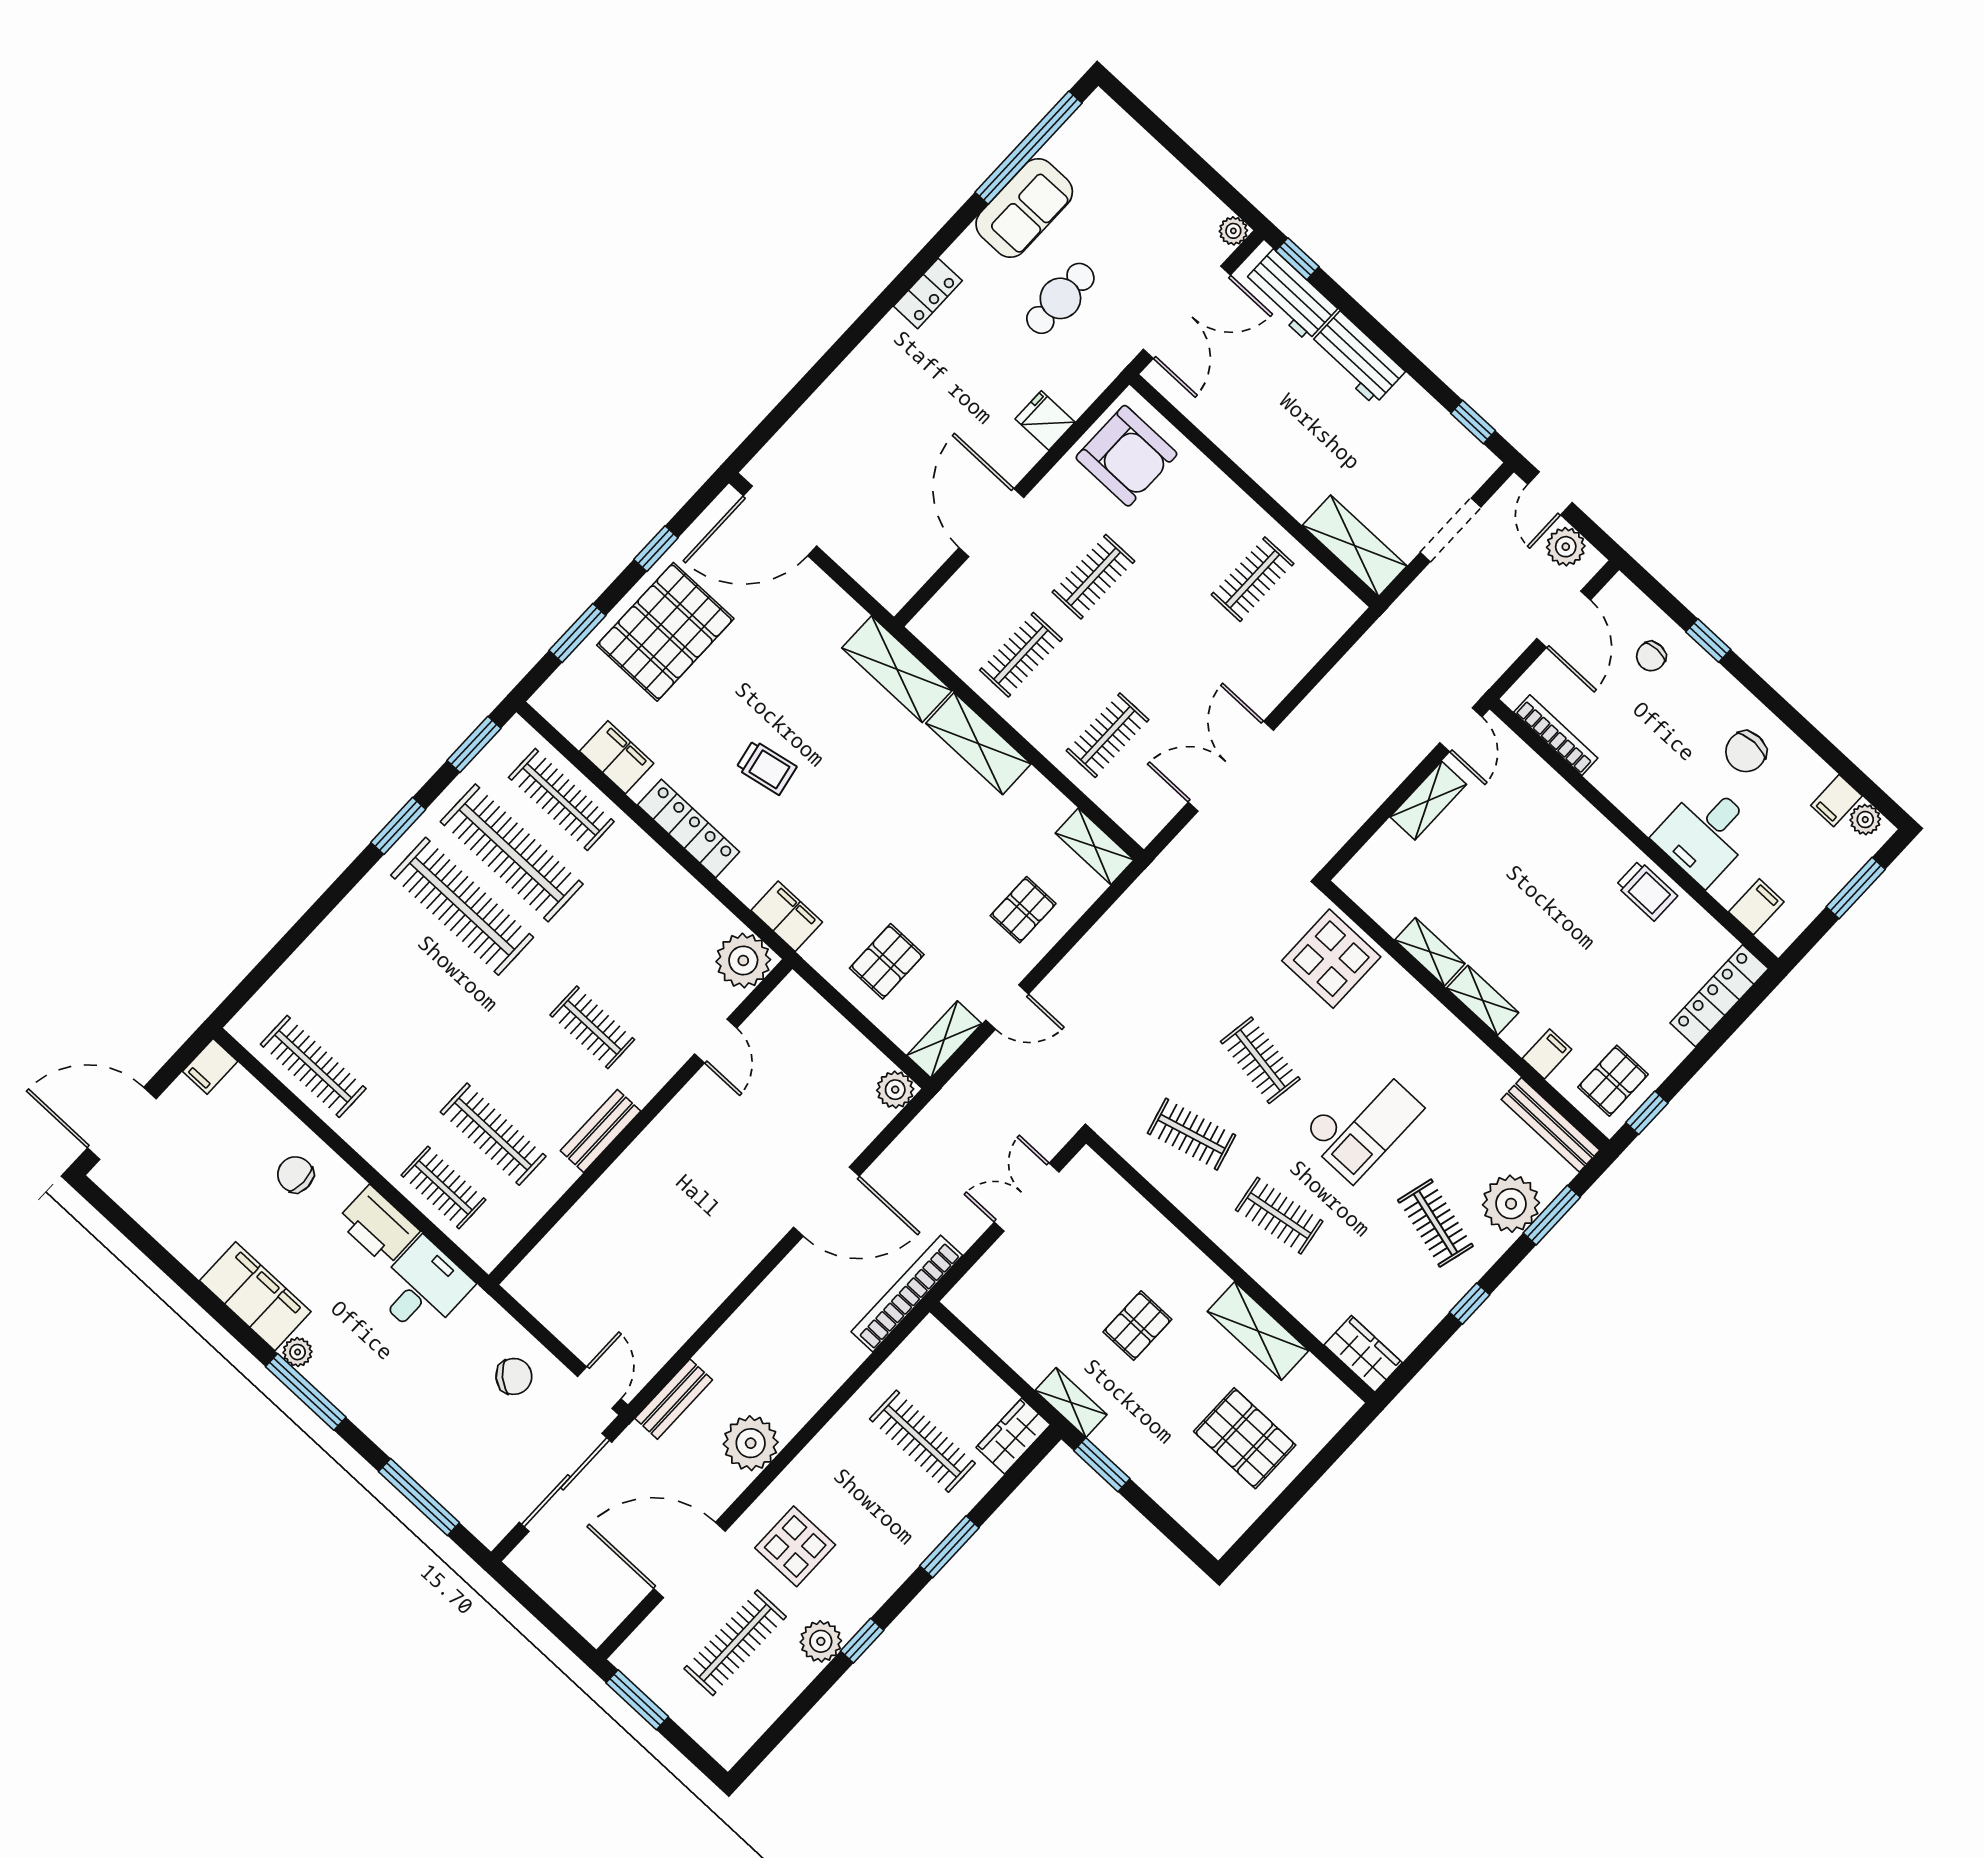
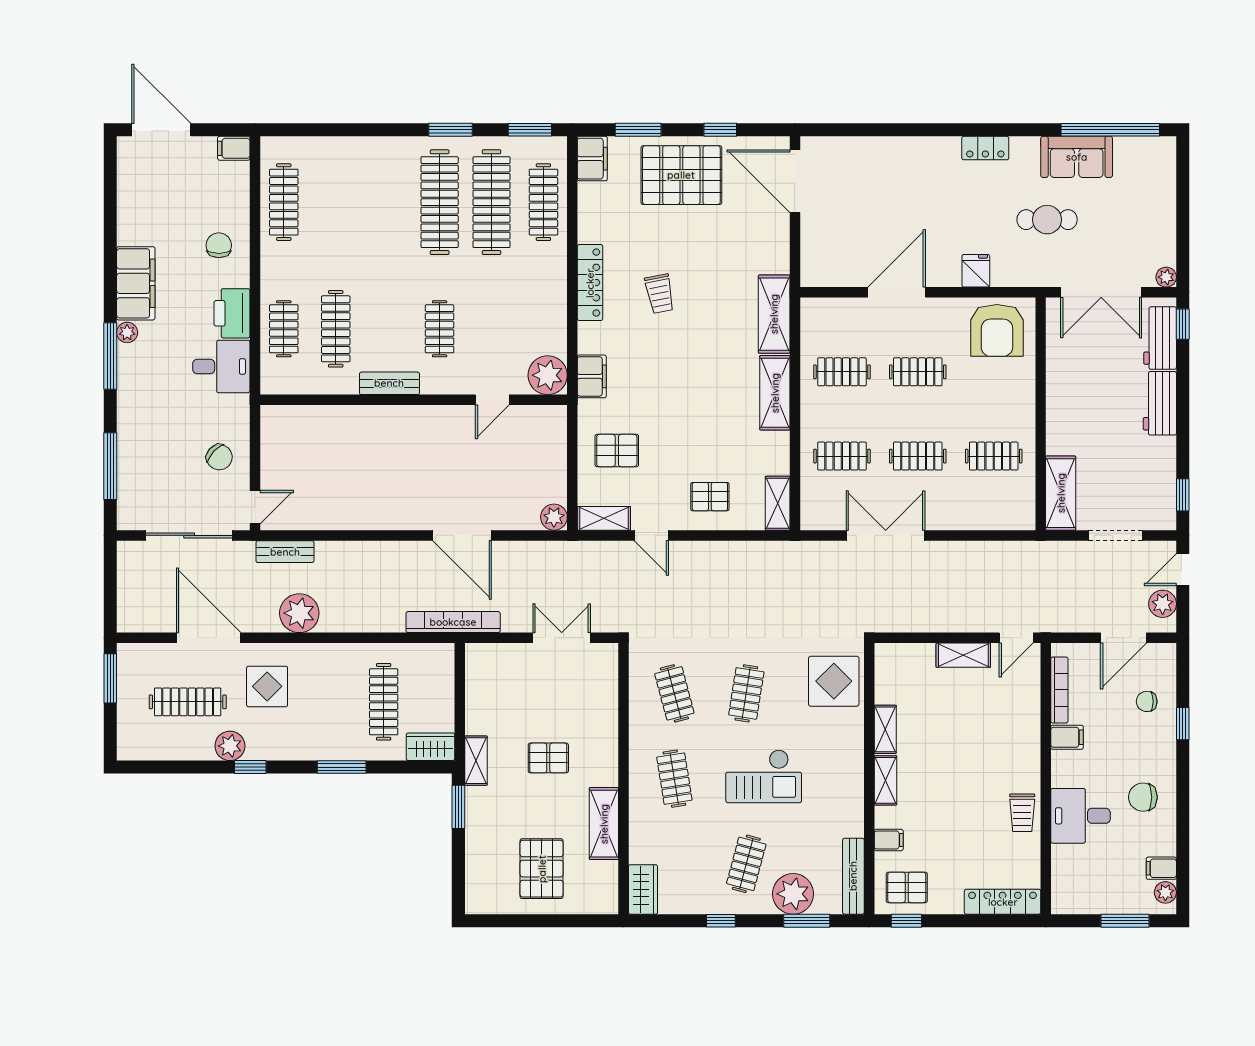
clothes rail: (1180, 657) -> (918, 456), added
filing cabinet: (617, 757) -> (592, 159), moved
filing cabinet: (1756, 907) -> (1067, 737), moved

